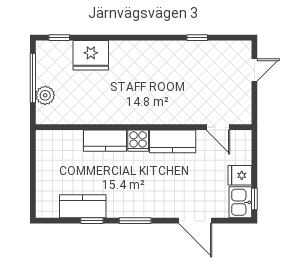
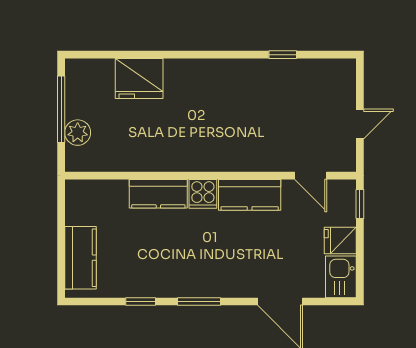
window: (59, 38) -> (97, 55), removed
door: (254, 70) -> (360, 124), moved
window: (254, 199) -> (360, 204), moved
kitchen counter: (83, 206) -> (80, 258), moved, turned 90

